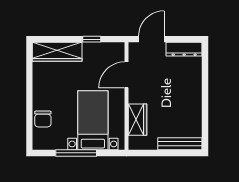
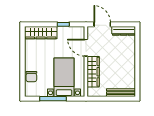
door: (151, 39) -> (102, 24), hinge flipped
door: (126, 75) -> (86, 48), hinge flipped
wardrobe: (137, 120) -> (93, 72), width x1.50

